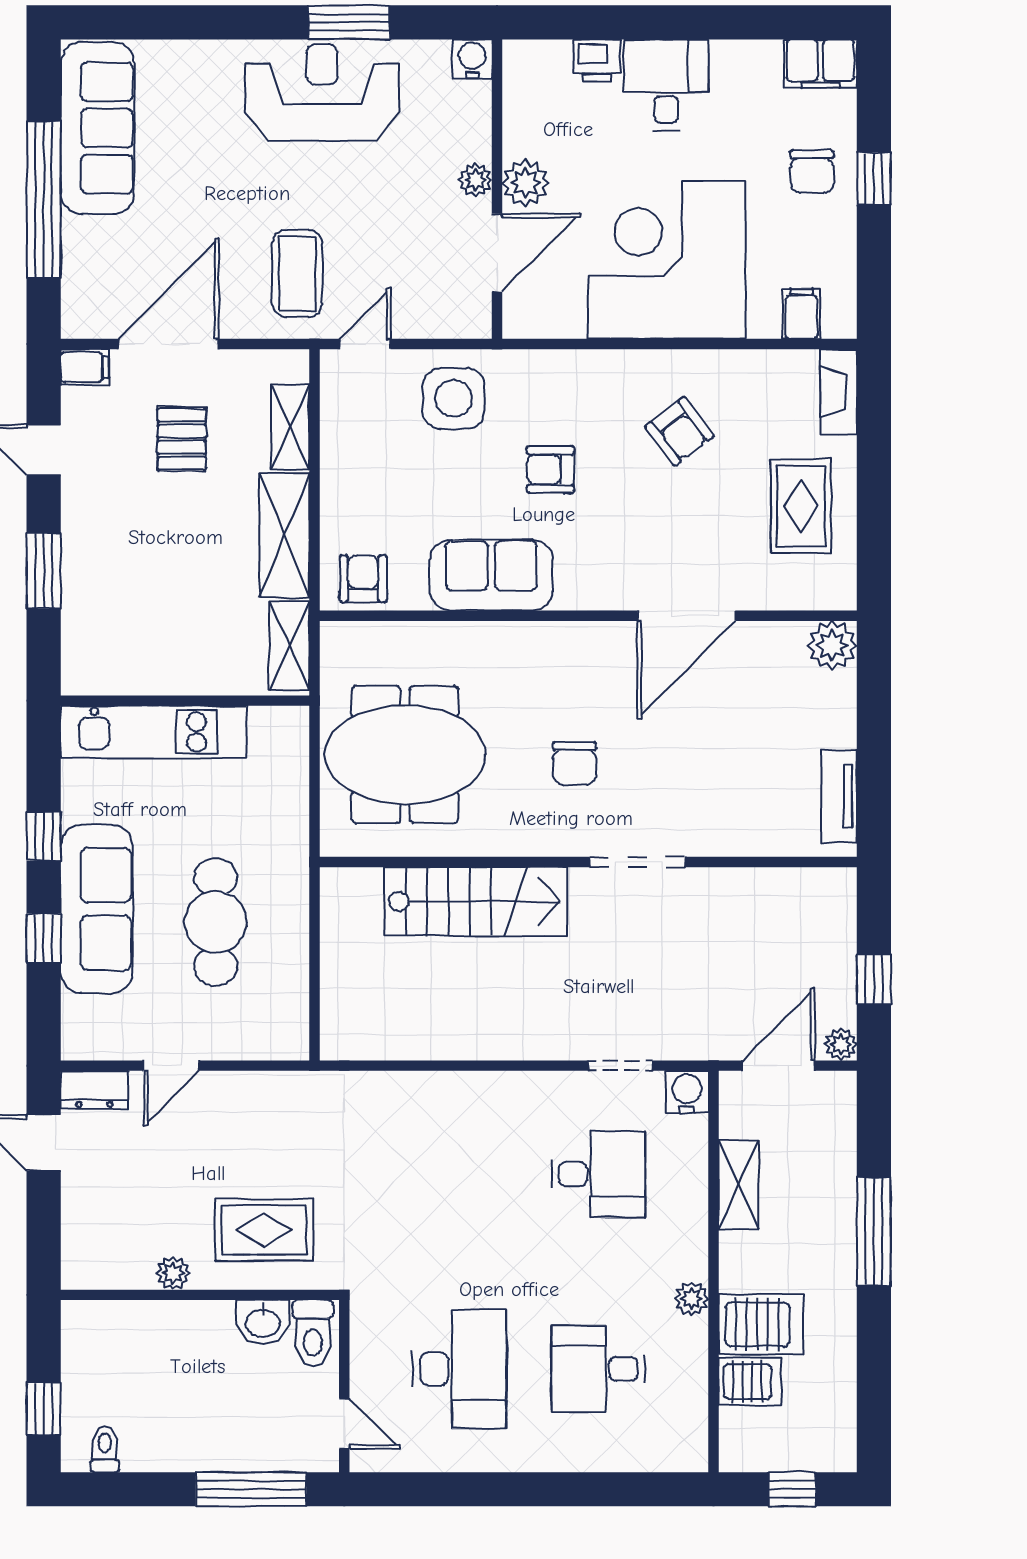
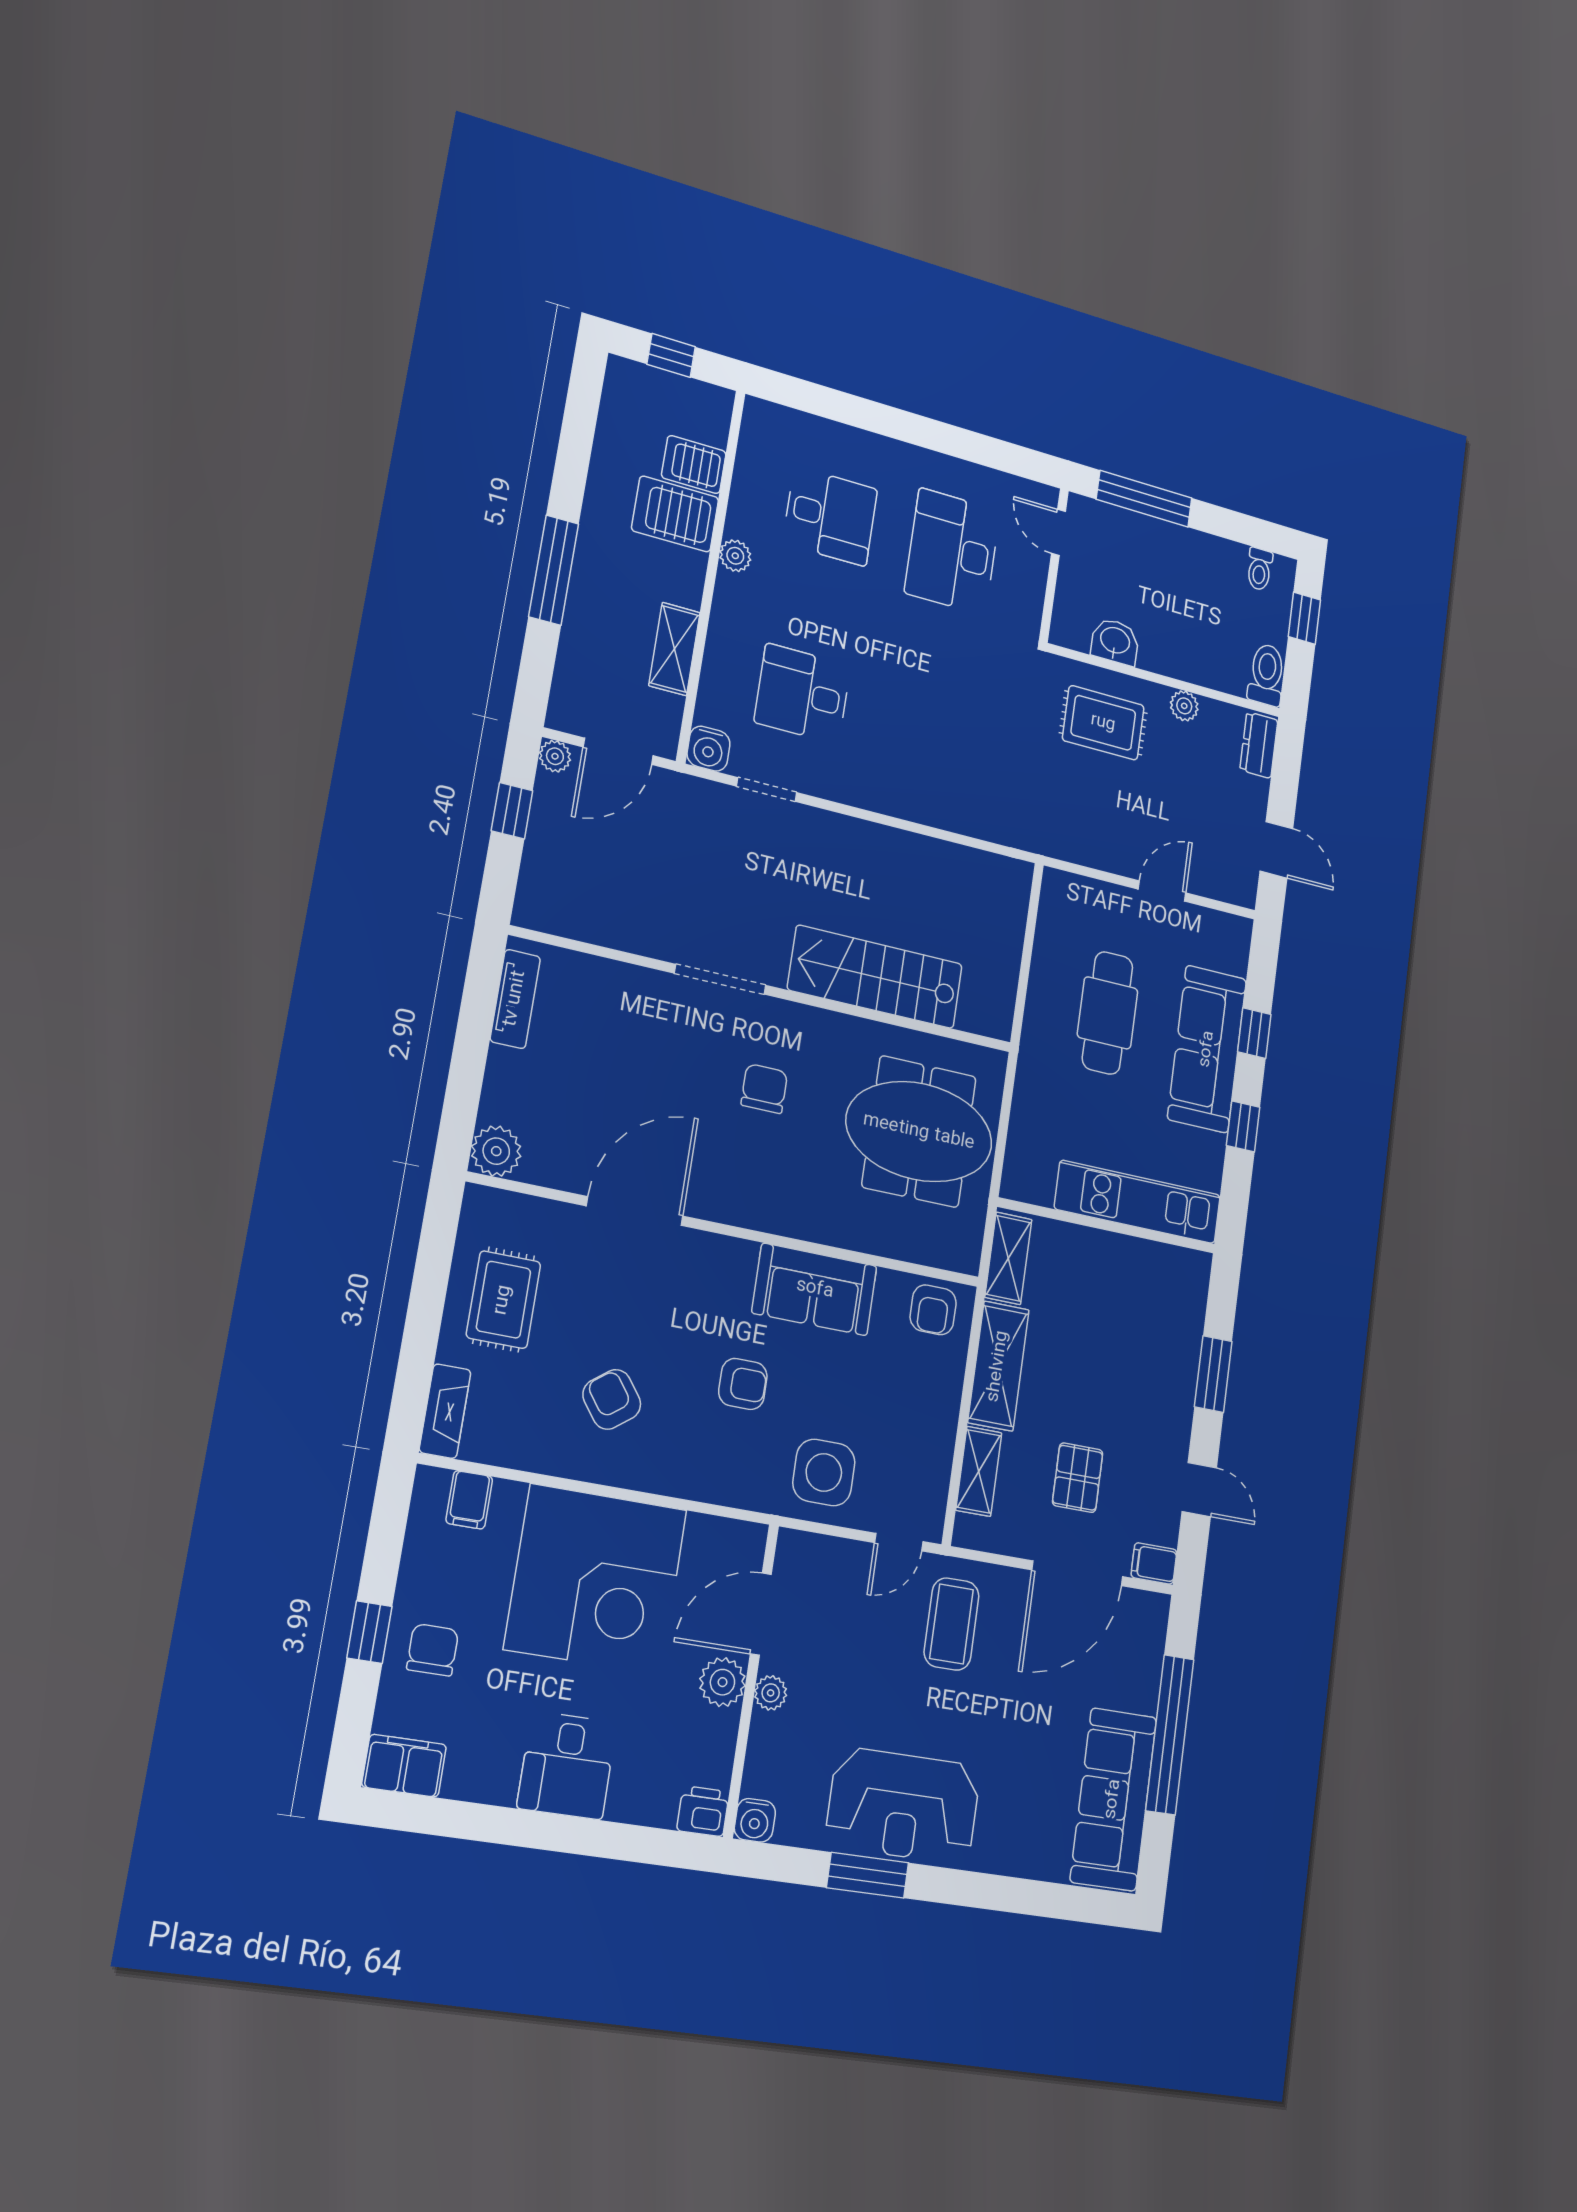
printer: (597, 61) -> (703, 1811), moved
dresser: (94, 1090) -> (1259, 745), moved, turned -90
toilet: (313, 1333) -> (1266, 675), moved

